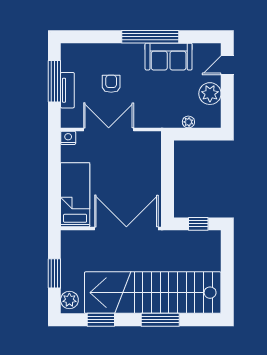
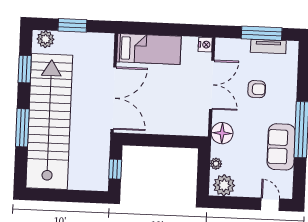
tv unit: (67, 90) -> (268, 46), moved
plant: (210, 94) -> (224, 185), moved
floor lamp: (157, 117) -> (222, 133), added

